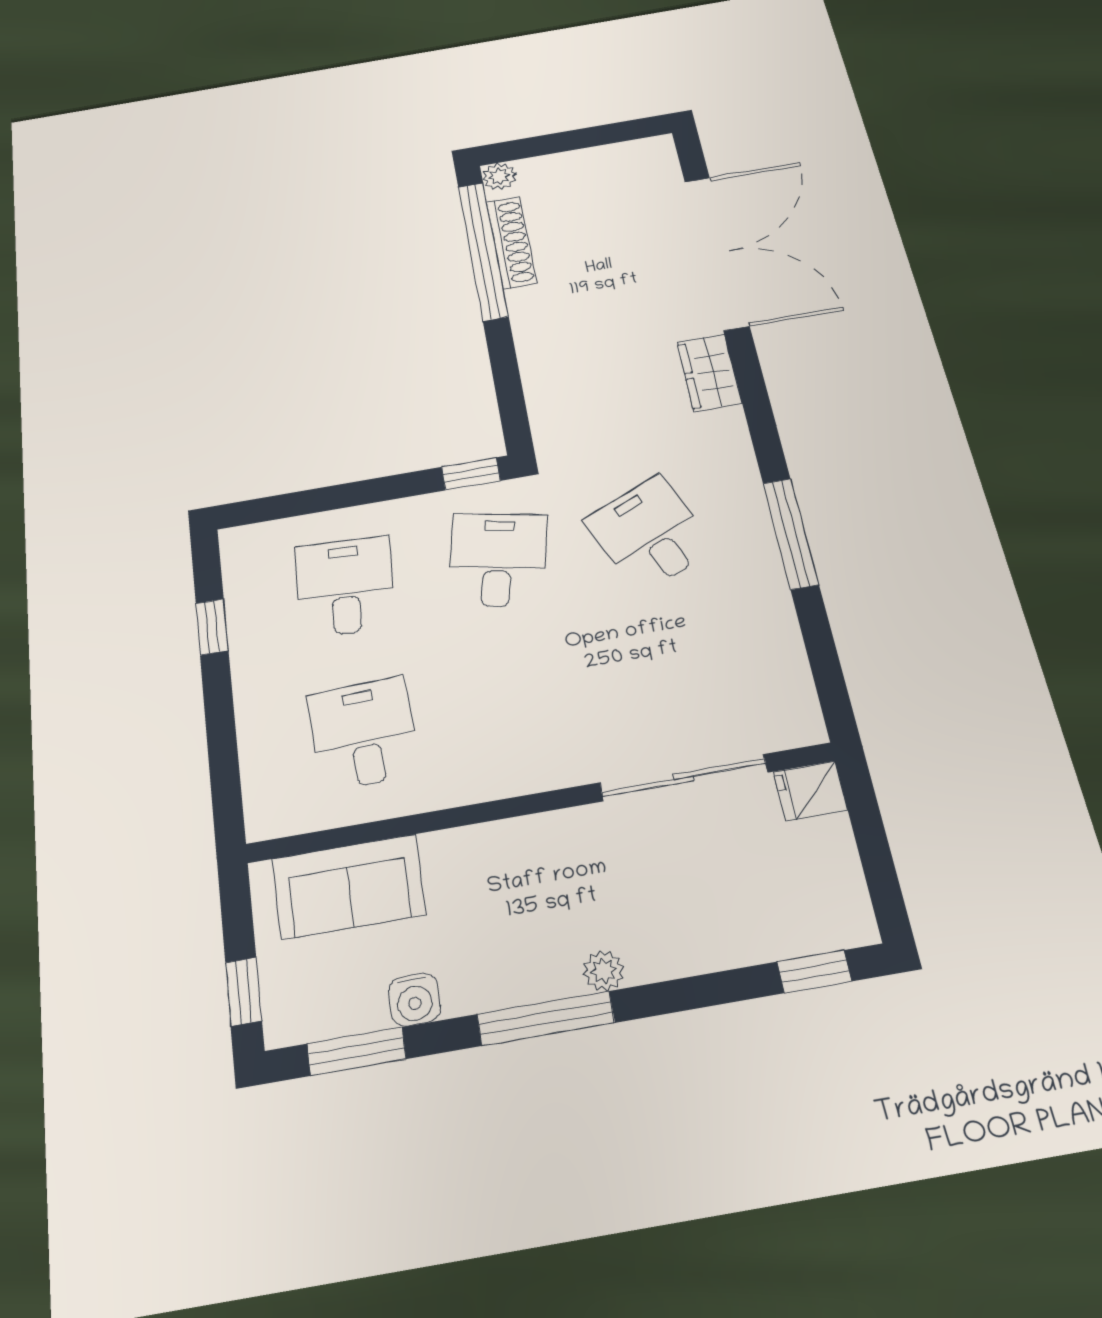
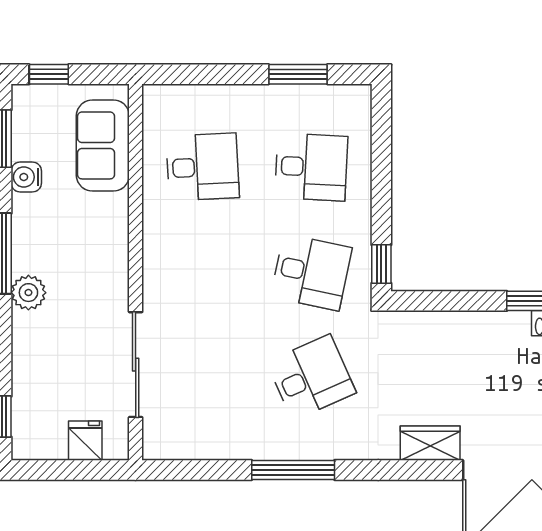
window: (212, 627) -> (298, 74), width x1.50
fridge: (810, 791) -> (85, 441), moved
plant: (604, 971) -> (28, 293), width x1.38, depth x1.38

